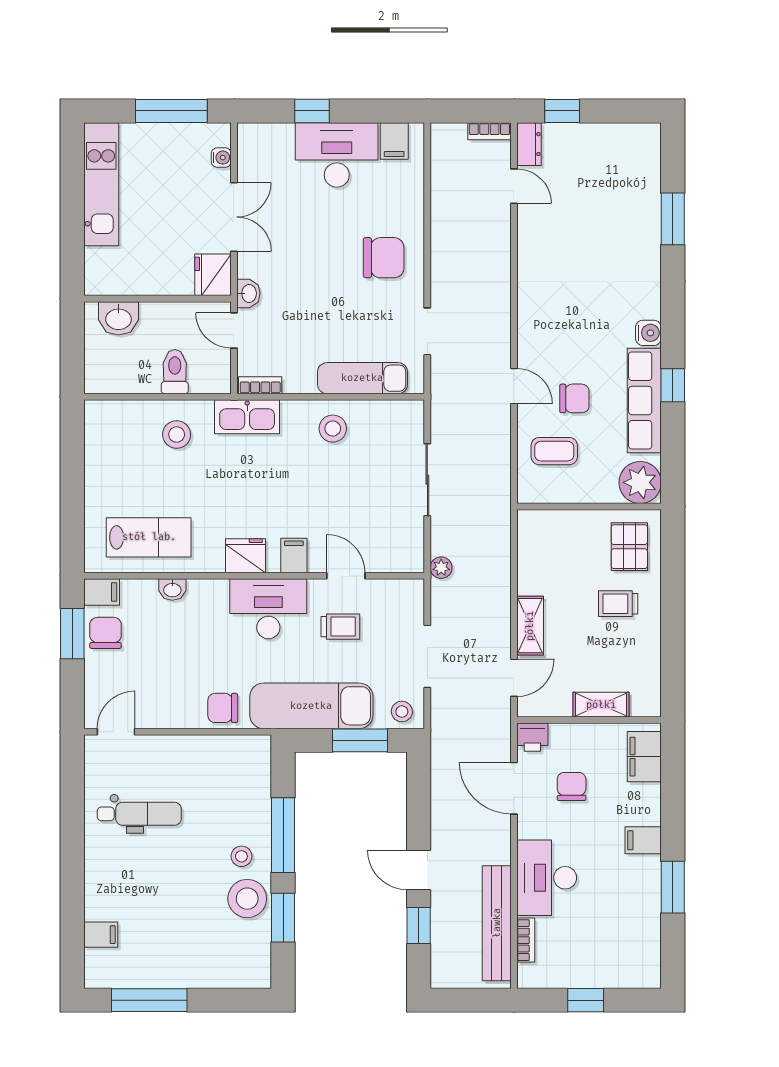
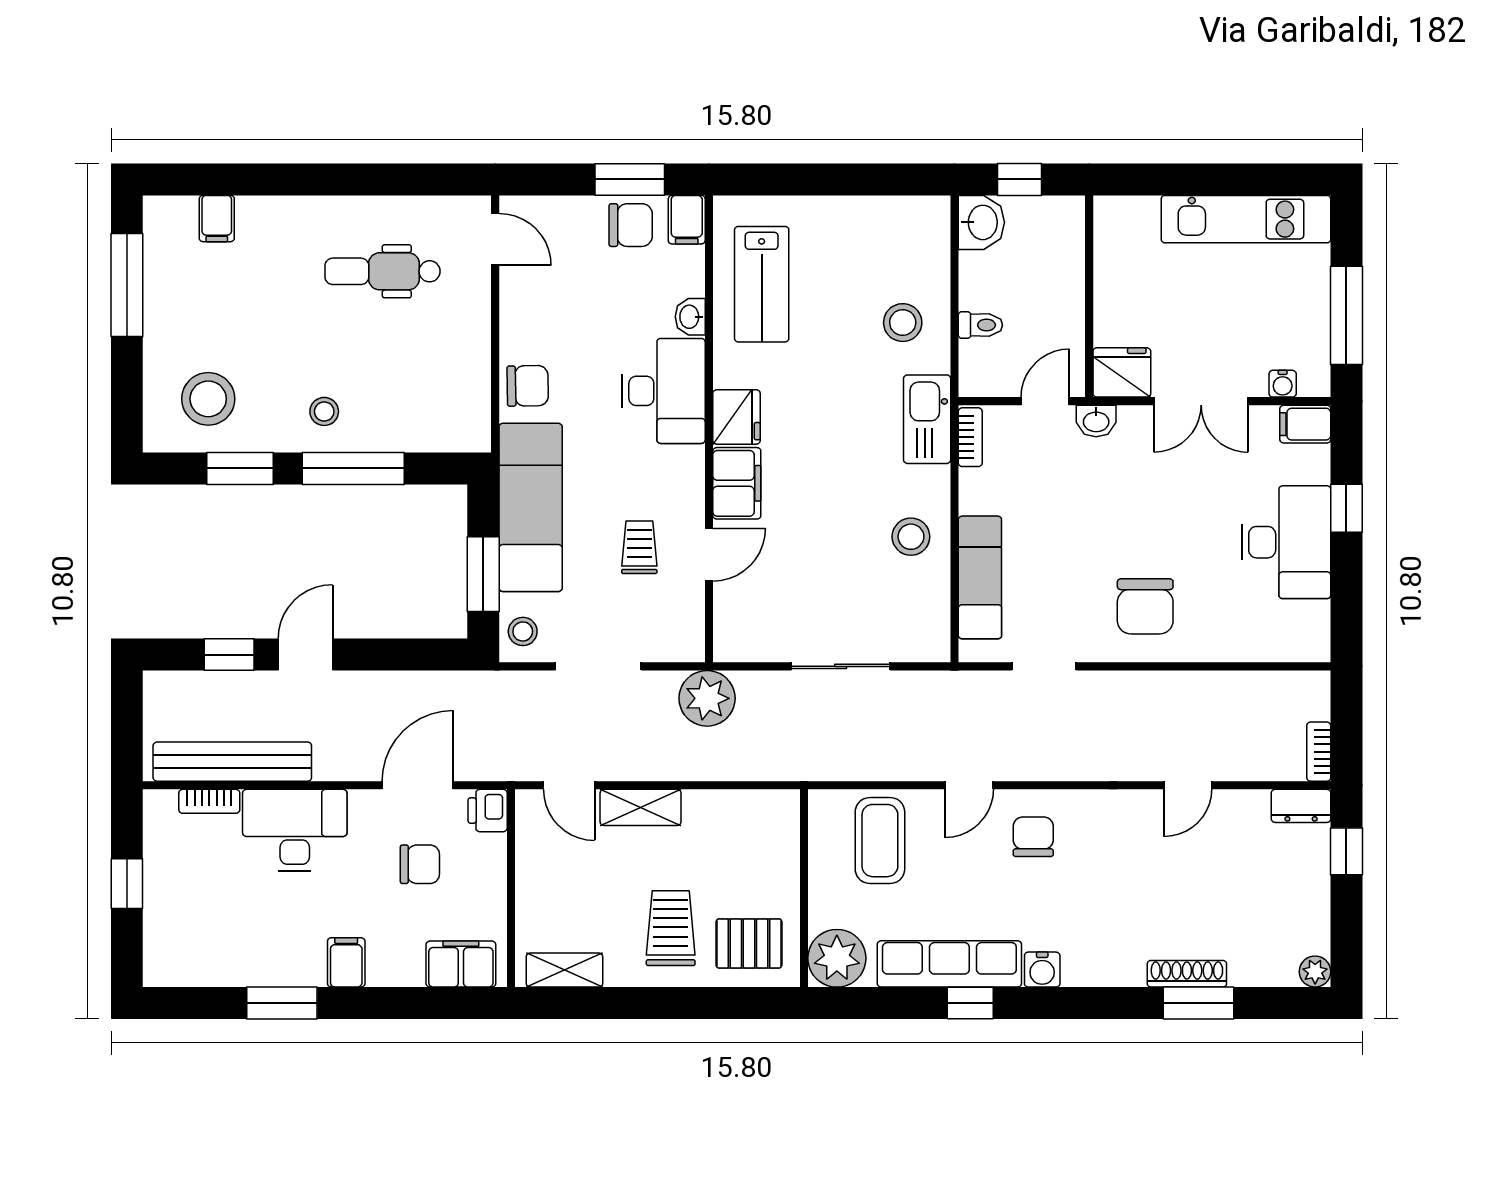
plant: (650, 134) -> (1315, 972), added
filing cabinet: (394, 141) -> (1305, 424), moved
door: (514, 186) -> (1188, 785), moved
shoe rack: (651, 227) -> (1187, 974), added
washbasin: (118, 318) -> (981, 222), moved, turned 180
window: (72, 349) -> (1019, 179), added
toilet: (175, 372) -> (980, 325), width x0.73, depth x0.72
chair: (574, 398) -> (1033, 837), moved, turned 180
coffee table: (554, 451) -> (880, 841), width x1.36, depth x1.30
filing cabinet: (294, 555) -> (737, 483), width x2.00
plant: (441, 568) -> (707, 698), width x1.88, depth x1.88
trolley: (618, 604) -> (671, 928), width x1.36, depth x1.39
desk: (268, 609) -> (664, 391), moved
trolley: (340, 627) -> (639, 547), turned 180
shelving: (601, 705) -> (564, 970), moved, turned 90
chair: (223, 708) -> (528, 386), turned 89
dental chair: (139, 814) -> (382, 271), turned 90
stool: (247, 899) -> (208, 399), moved

